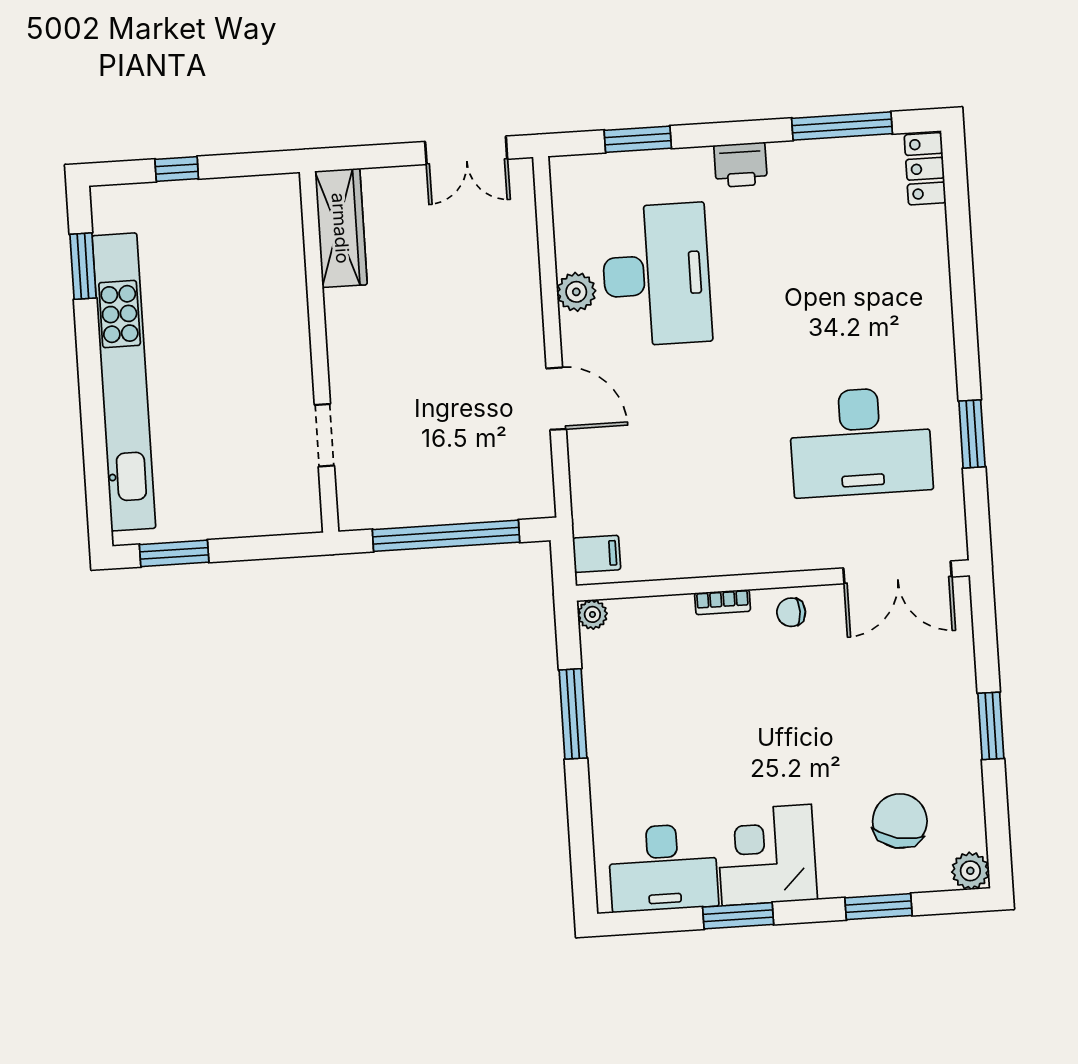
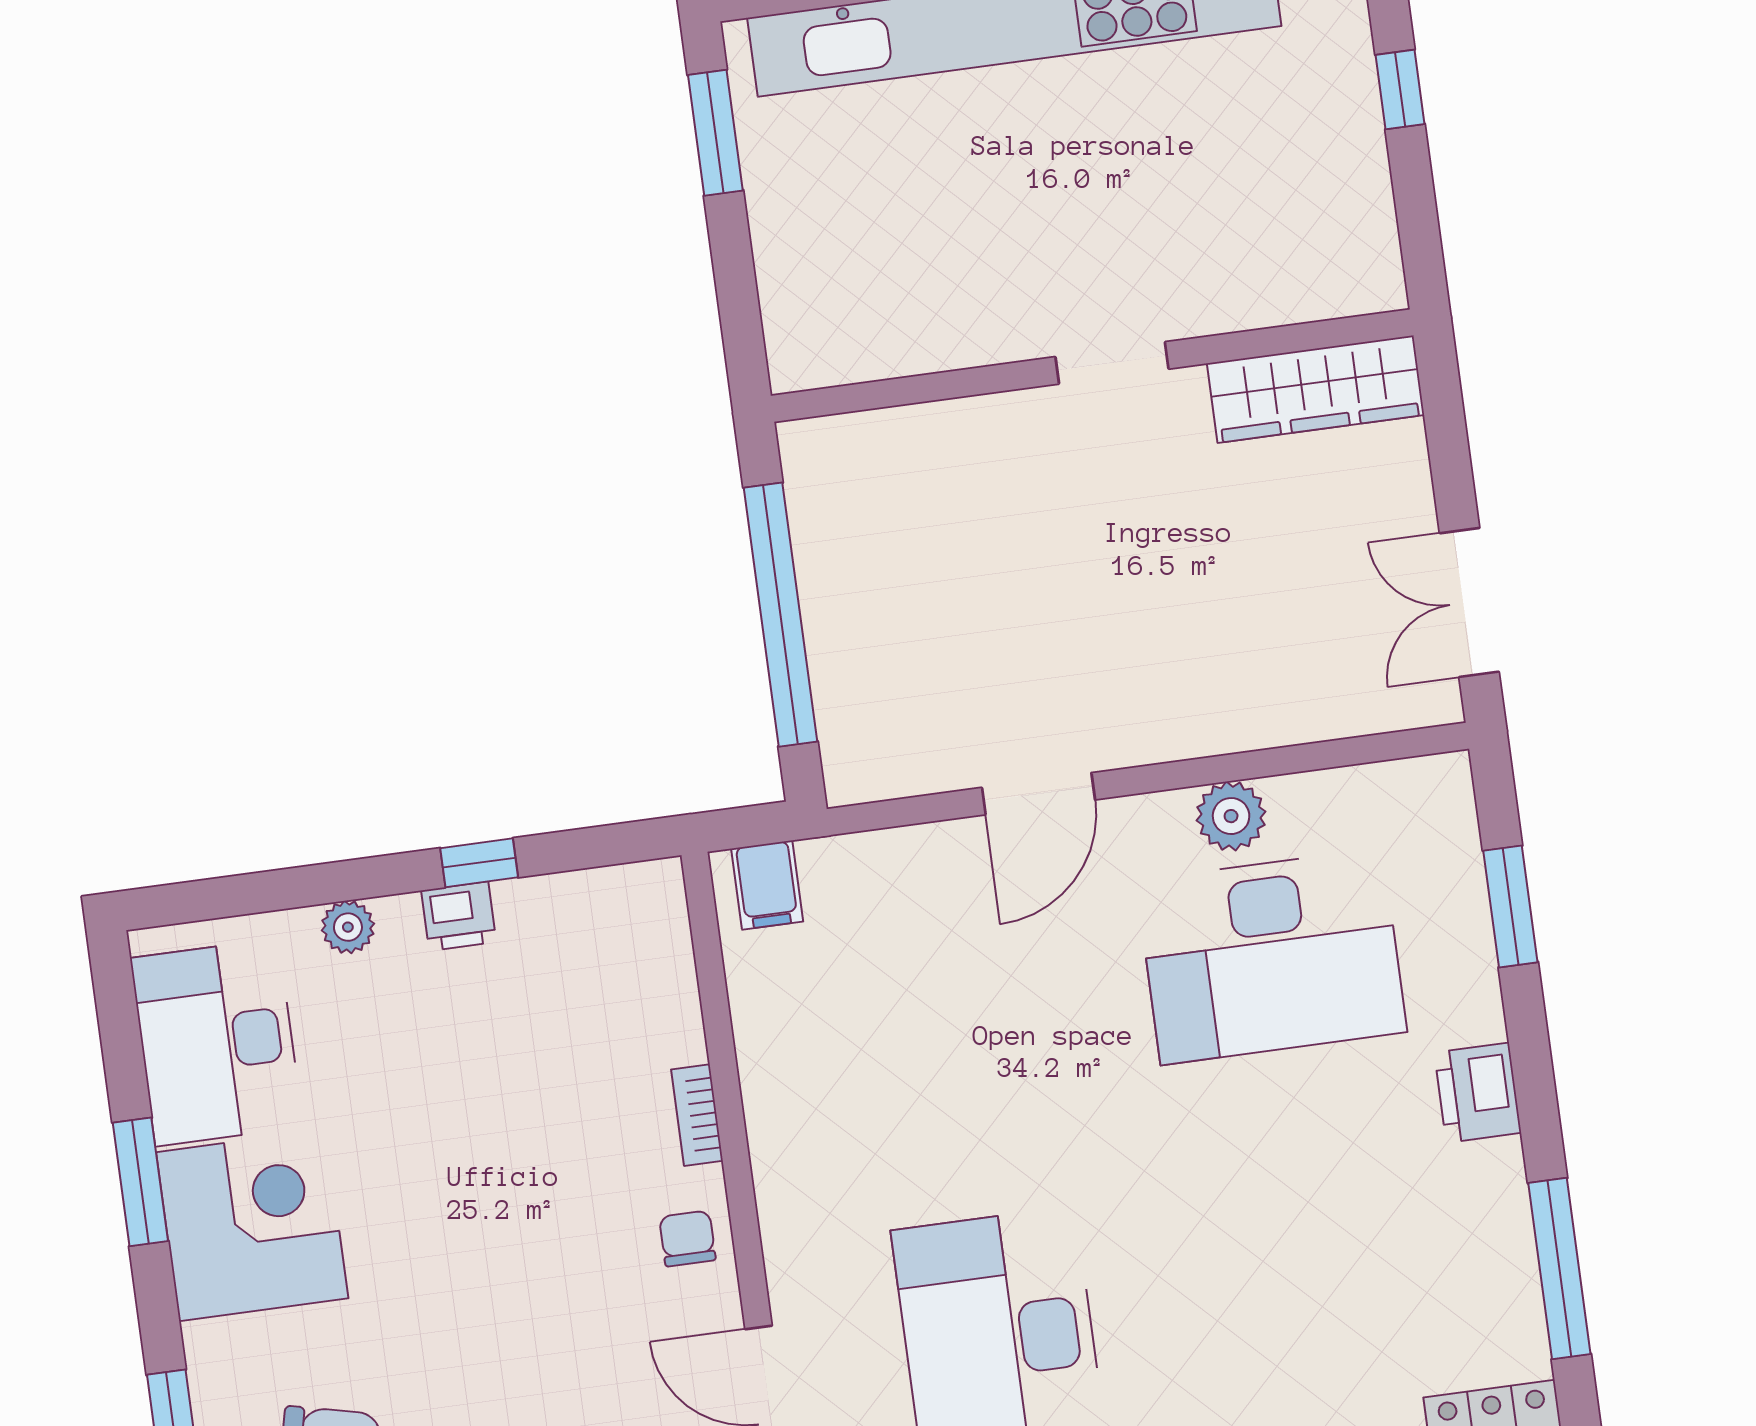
doorway: (324, 435) -> (1112, 363), moved
plant: (592, 614) -> (348, 927), moved
window: (573, 714) -> (479, 863), width x0.46
printer: (602, 727) -> (459, 916), added

